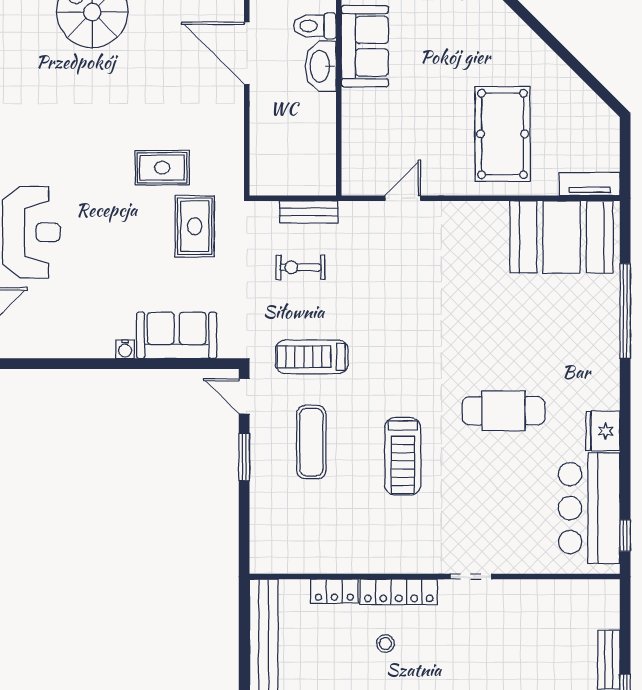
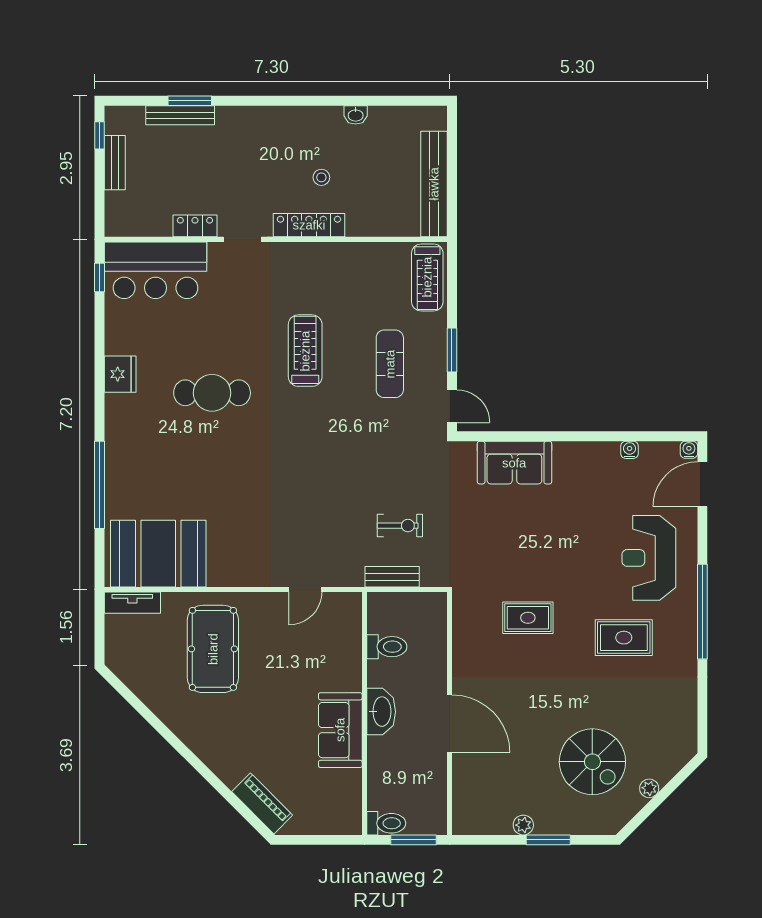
toilet: (315, 26) -> (387, 647), moved
rug: (195, 226) -> (624, 638), moved, turned 90
water cooler: (125, 349) -> (630, 450), moved
treadmill: (312, 357) -> (427, 277), moved, turned 90
bar counter: (589, 508) -> (156, 270), moved, turned 90
locker: (334, 591) -> (195, 226), moved

